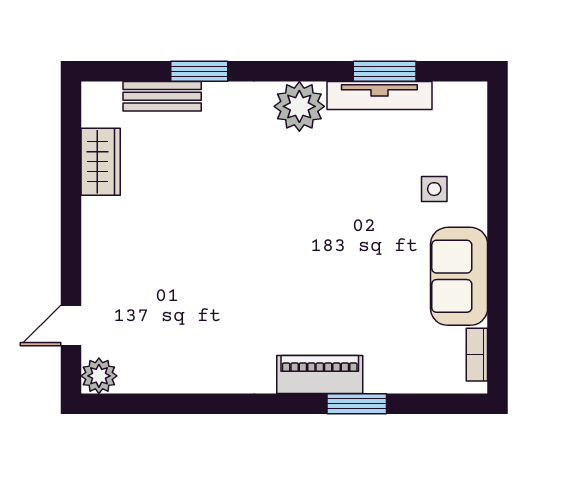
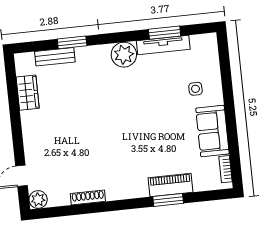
piano: (320, 375) -> (170, 185), moved
shoe rack: (198, 382) -> (88, 197), added

